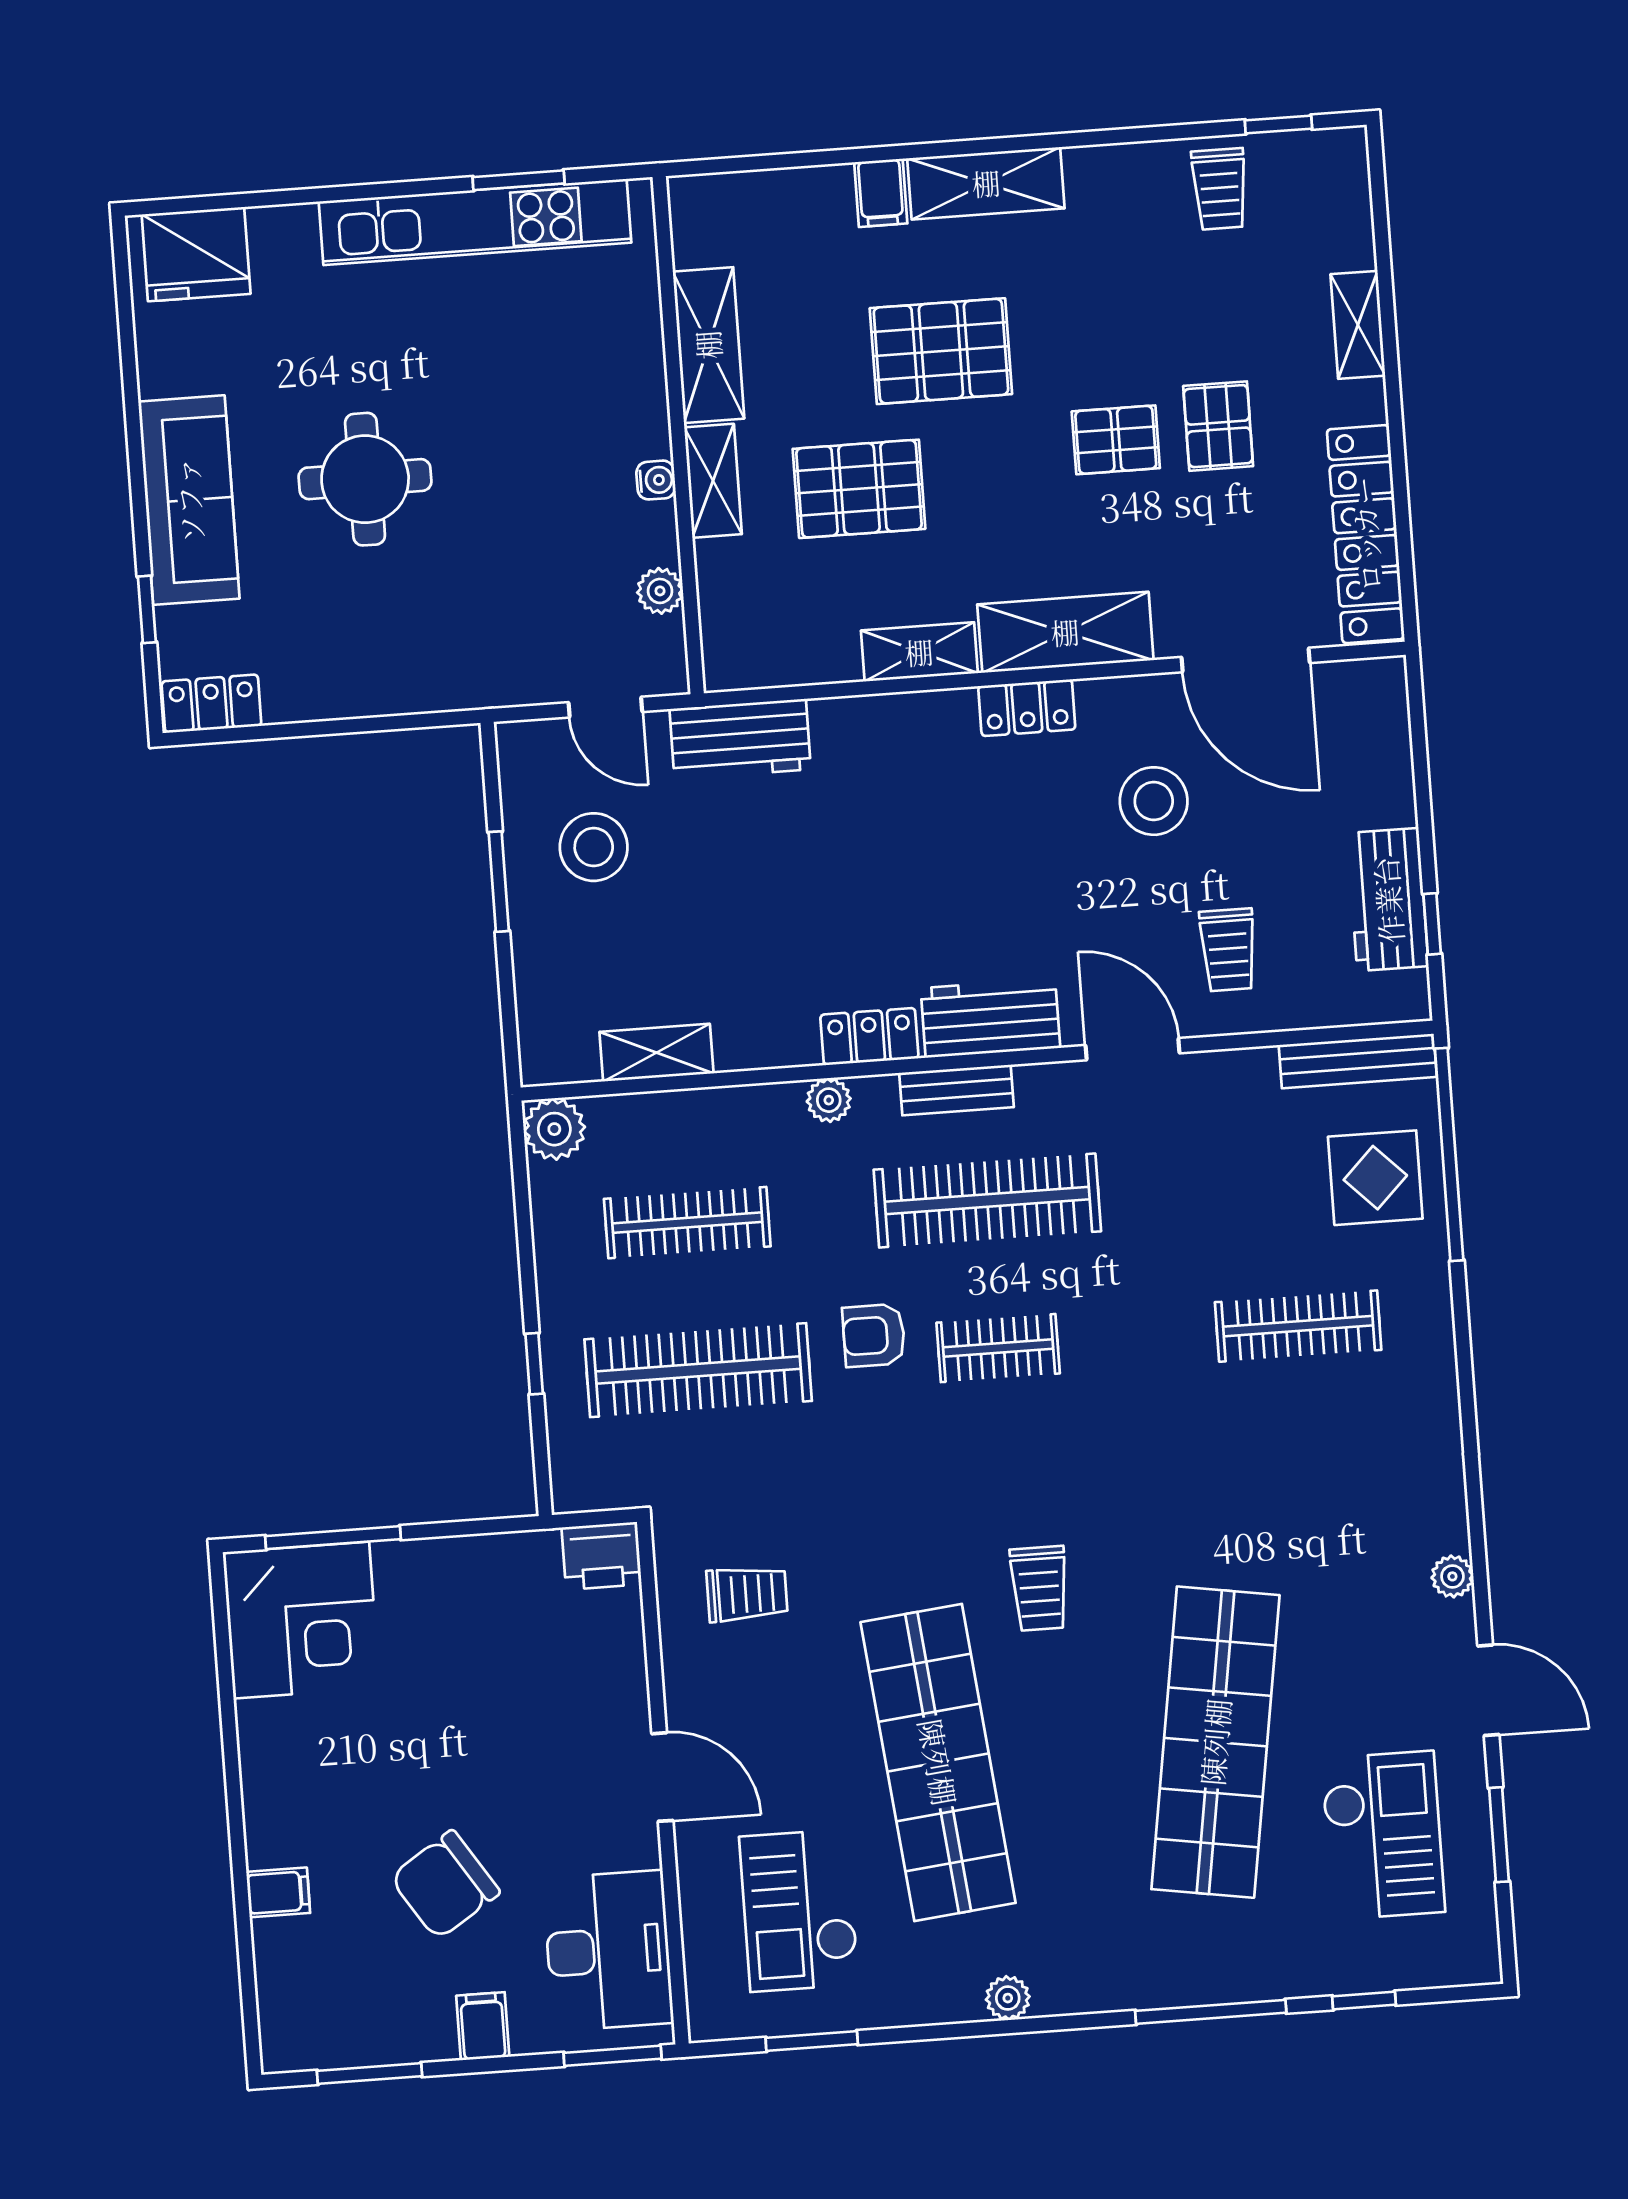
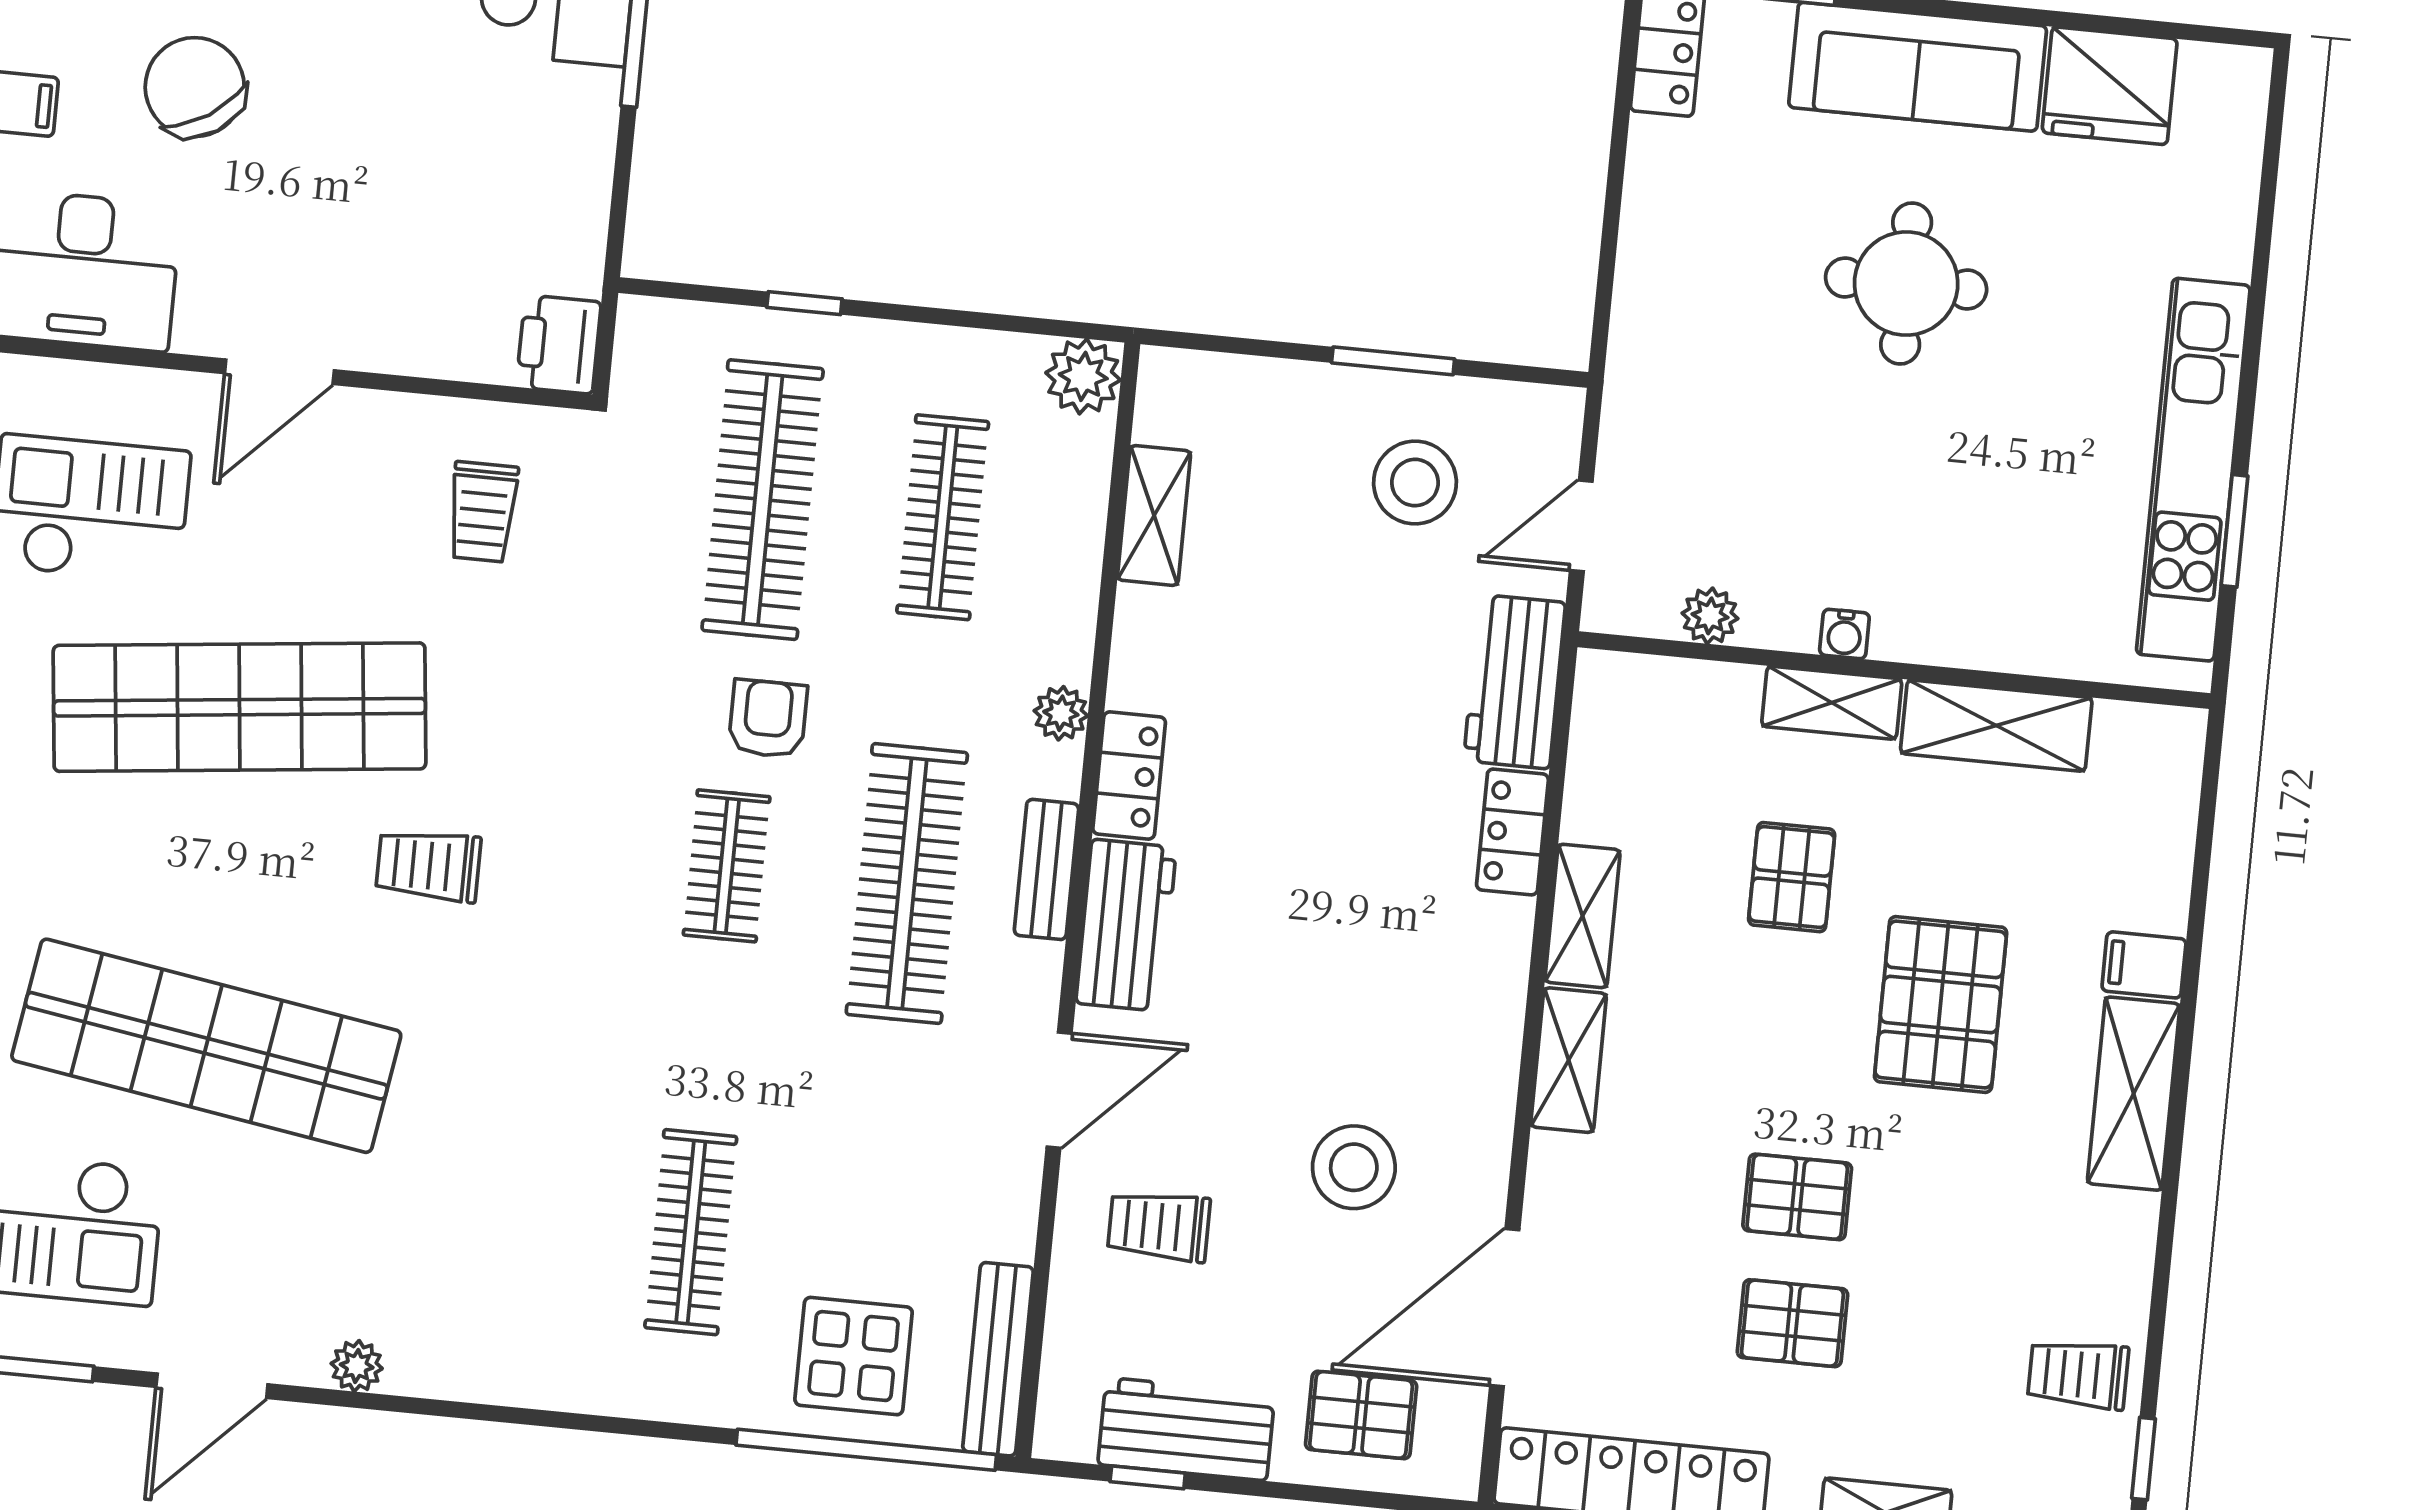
fridge: (196, 254) -> (2110, 86), moved, turned -90
pallet: (1116, 440) -> (1797, 1197), turned 90
pallet: (859, 489) -> (1792, 877), width x0.67, depth x0.71
shelving: (1065, 632) -> (1569, 1060), width x0.67, depth x0.75
locker: (1027, 708) -> (1512, 832), moved
pallet: (1352, 761) -> (1361, 1415), added

